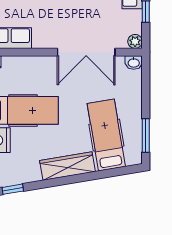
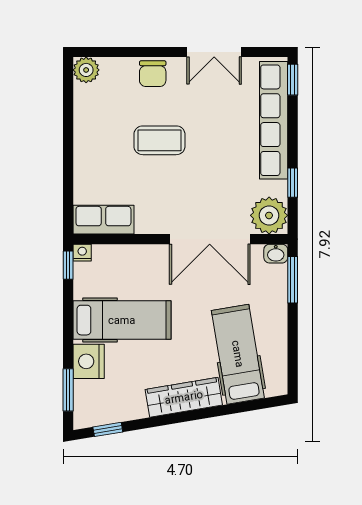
plant: (135, 41) -> (269, 215), width x1.87, depth x1.87
window: (146, 136) -> (293, 280), moved

